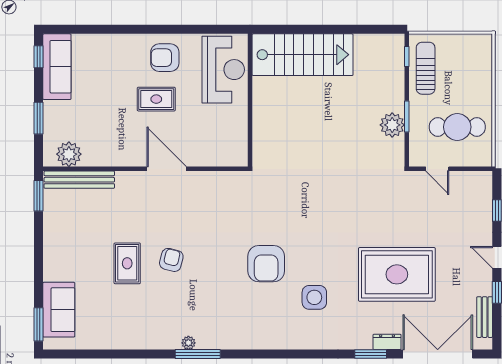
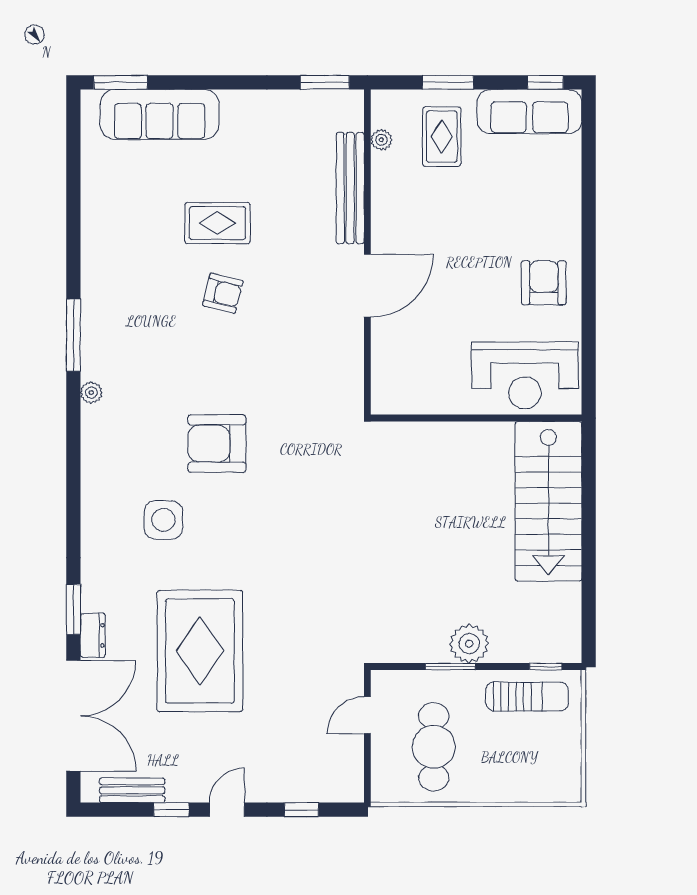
rug: (156, 99) -> (442, 137), moved
plant: (392, 125) -> (469, 644), moved
plant: (69, 154) -> (381, 140), width x0.53, depth x0.53
bench: (79, 180) -> (350, 188), moved
sofa: (59, 310) -> (160, 114), width x1.36
plant: (188, 343) -> (91, 393), moved

